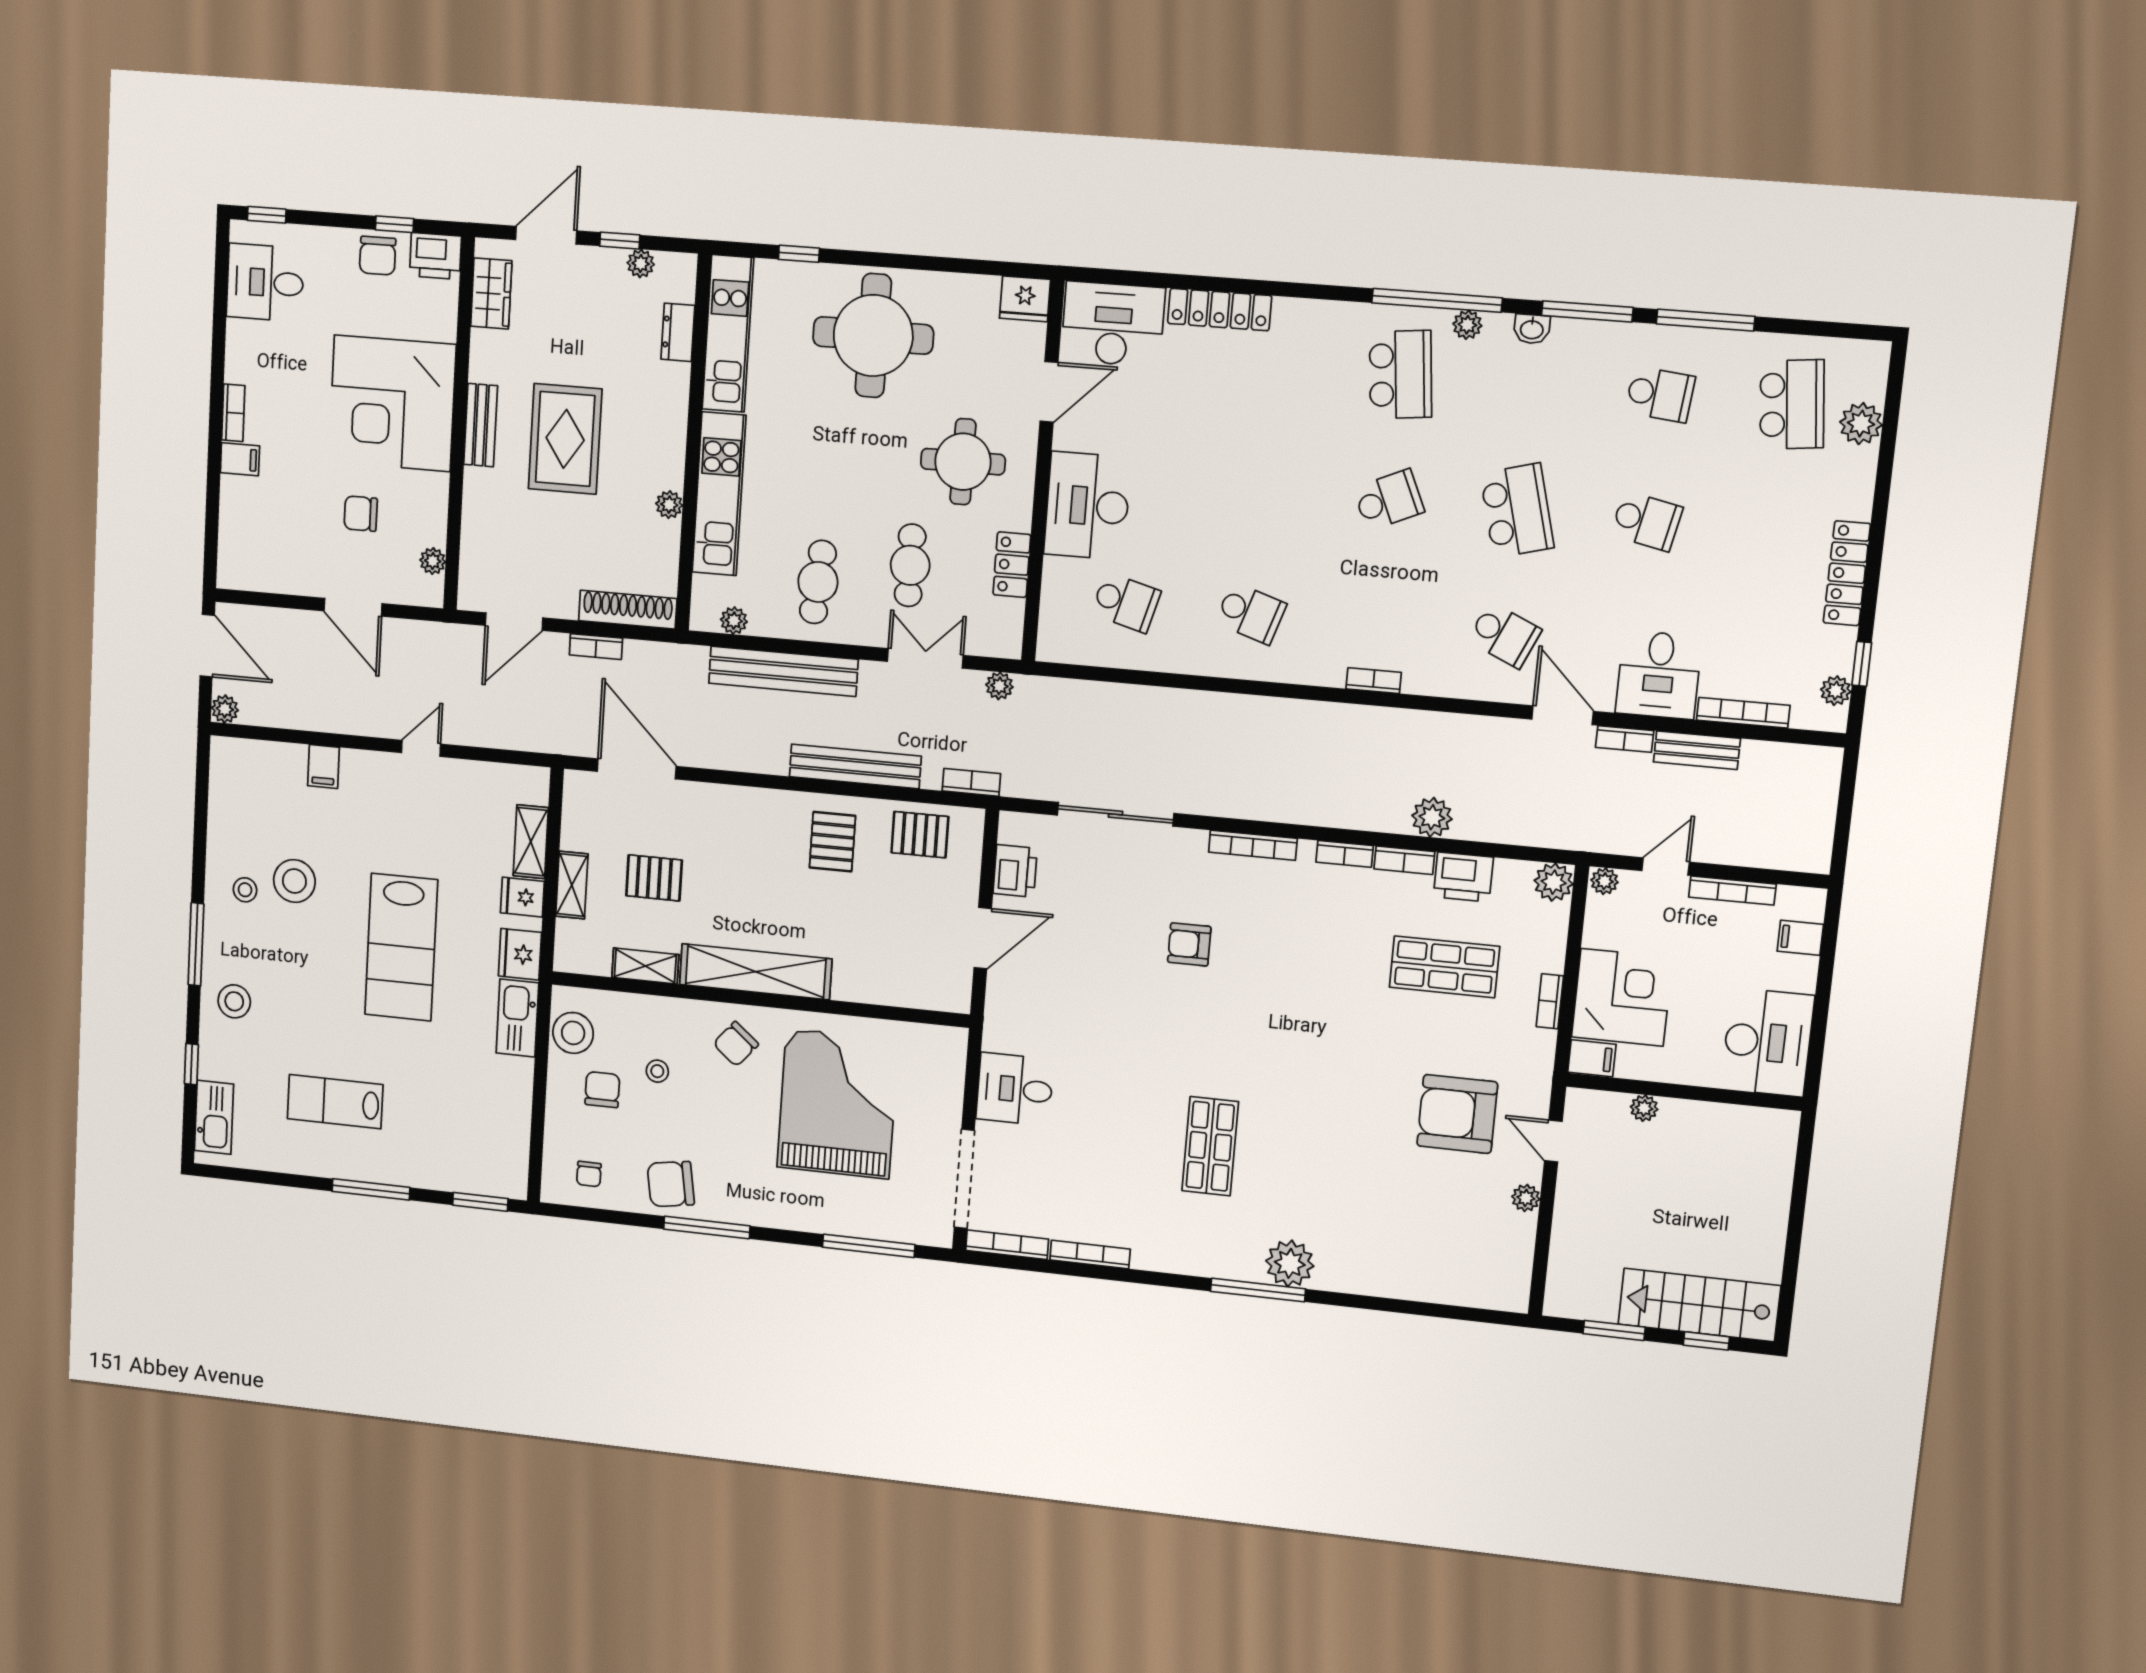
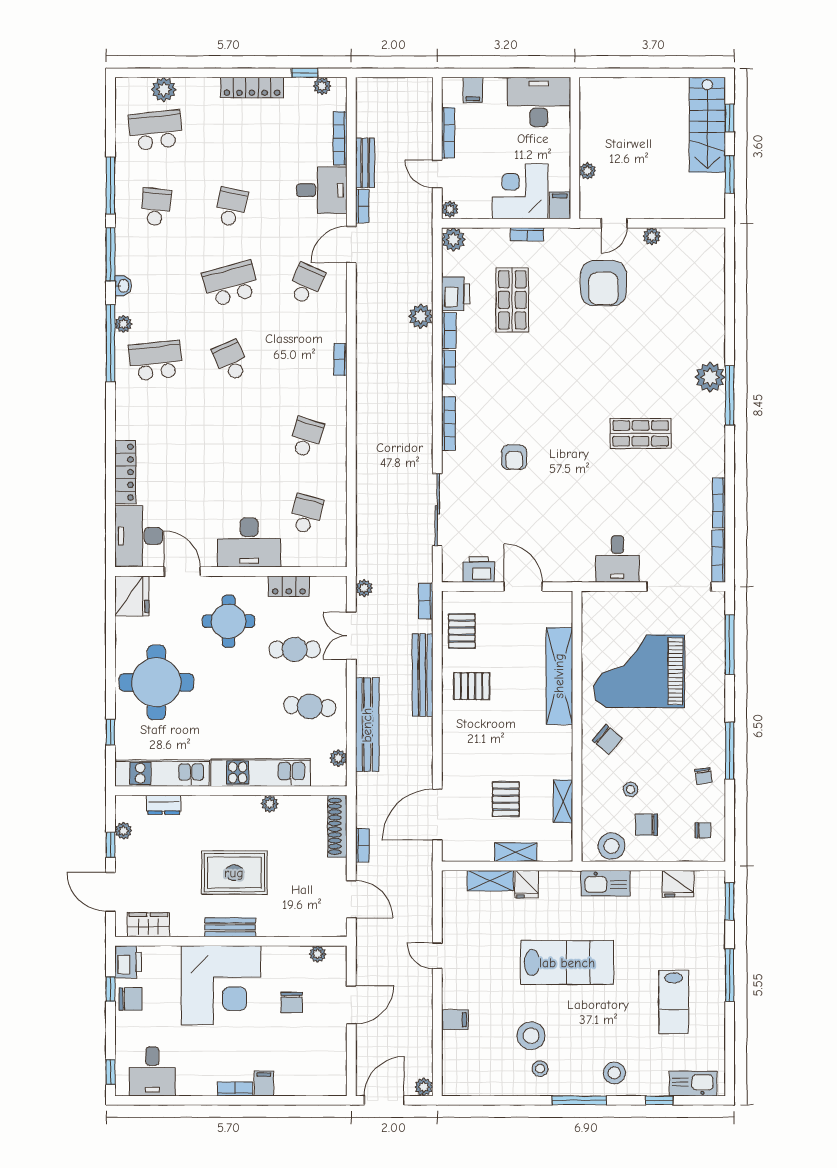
fridge: (1025, 299) -> (132, 596), width x1.36, depth x1.34
fridge: (520, 954) -> (678, 884), moved
shelving: (756, 972) -> (559, 676), moved
chair: (671, 1184) -> (704, 776), width x0.54, depth x0.54

